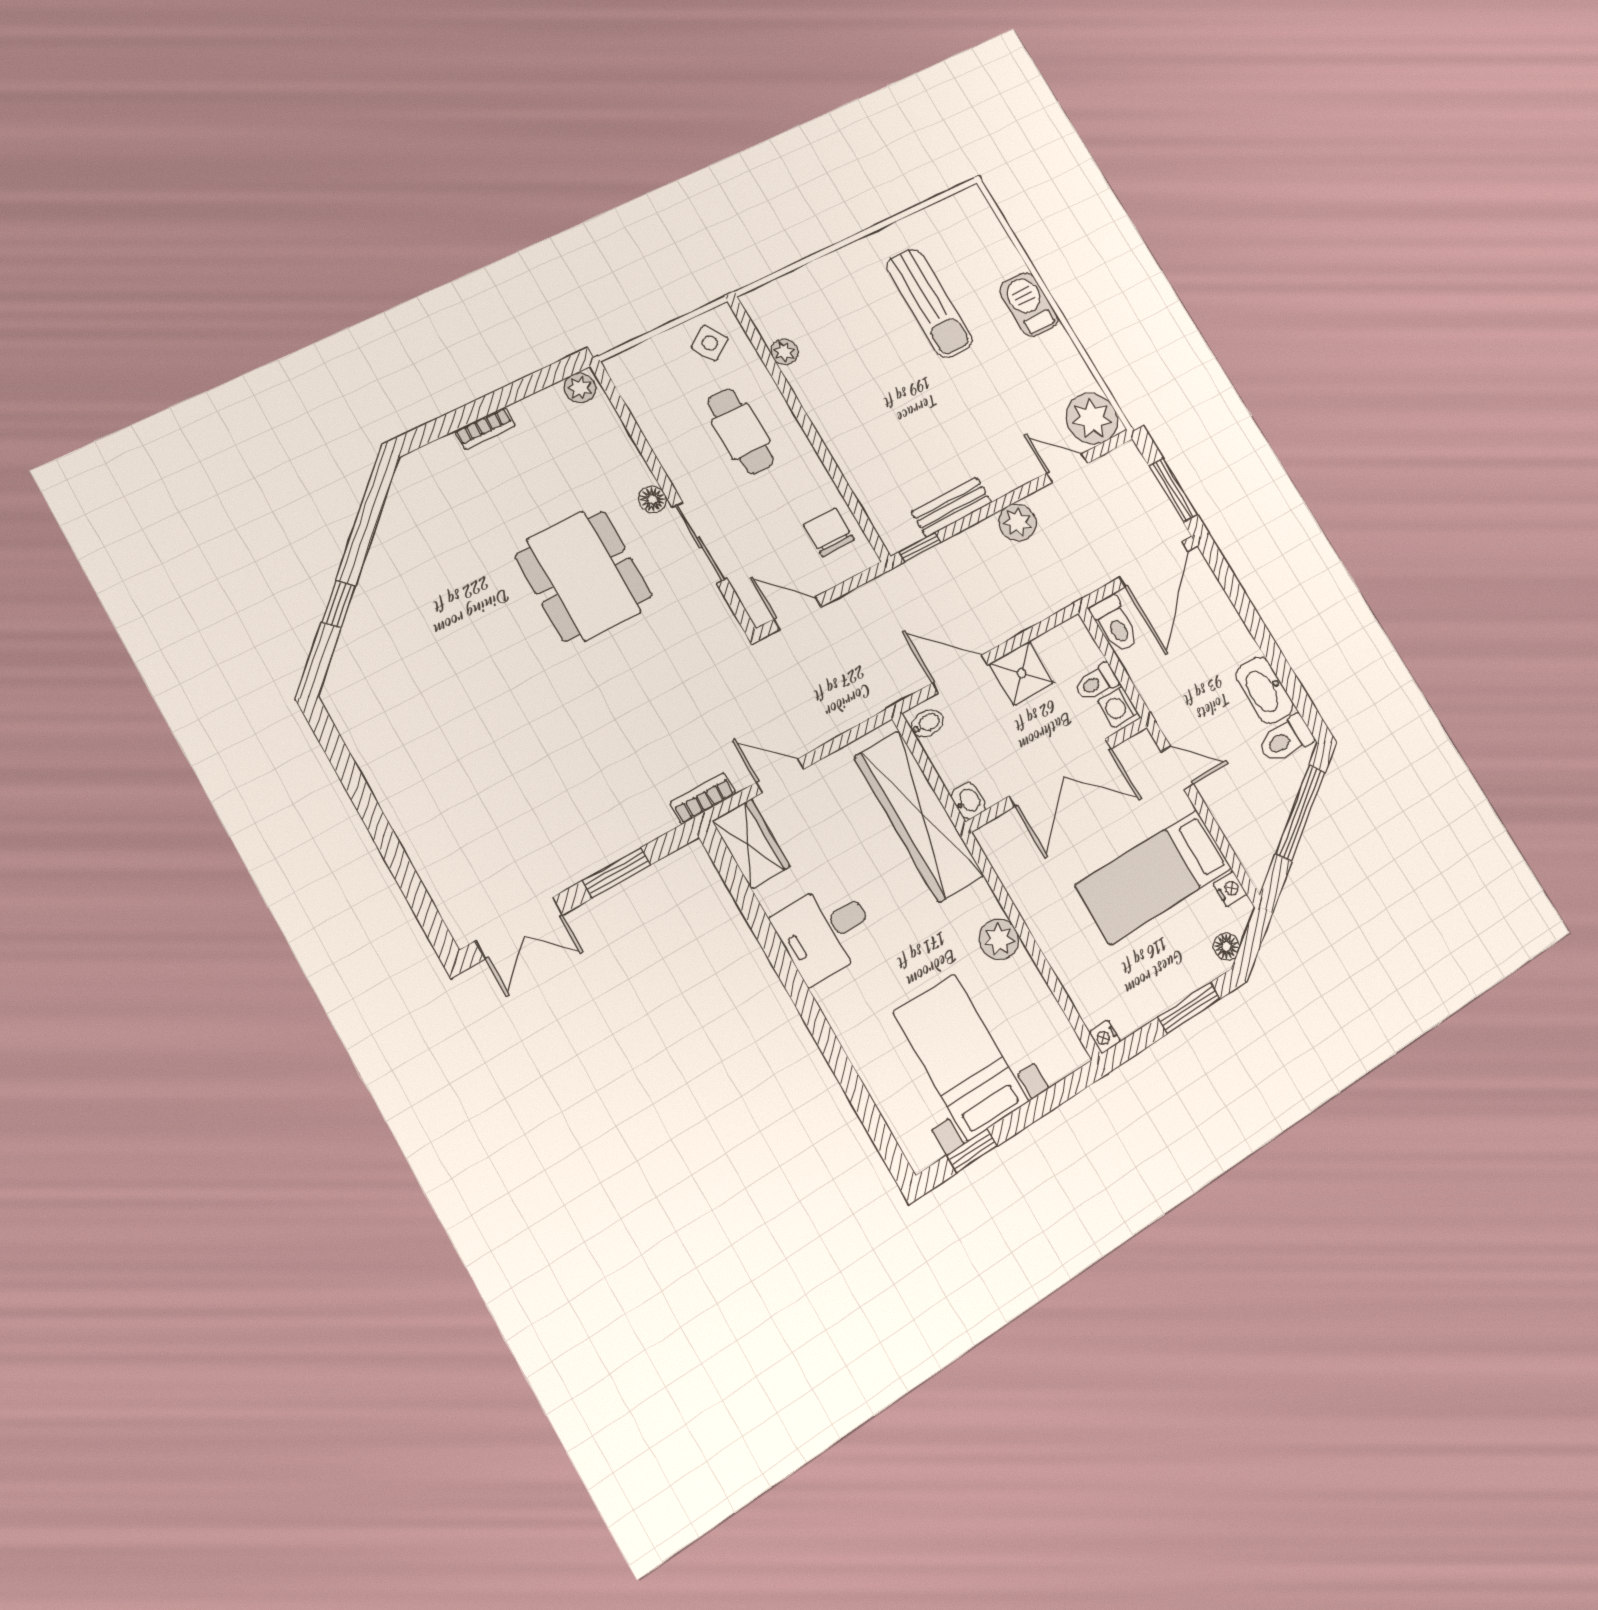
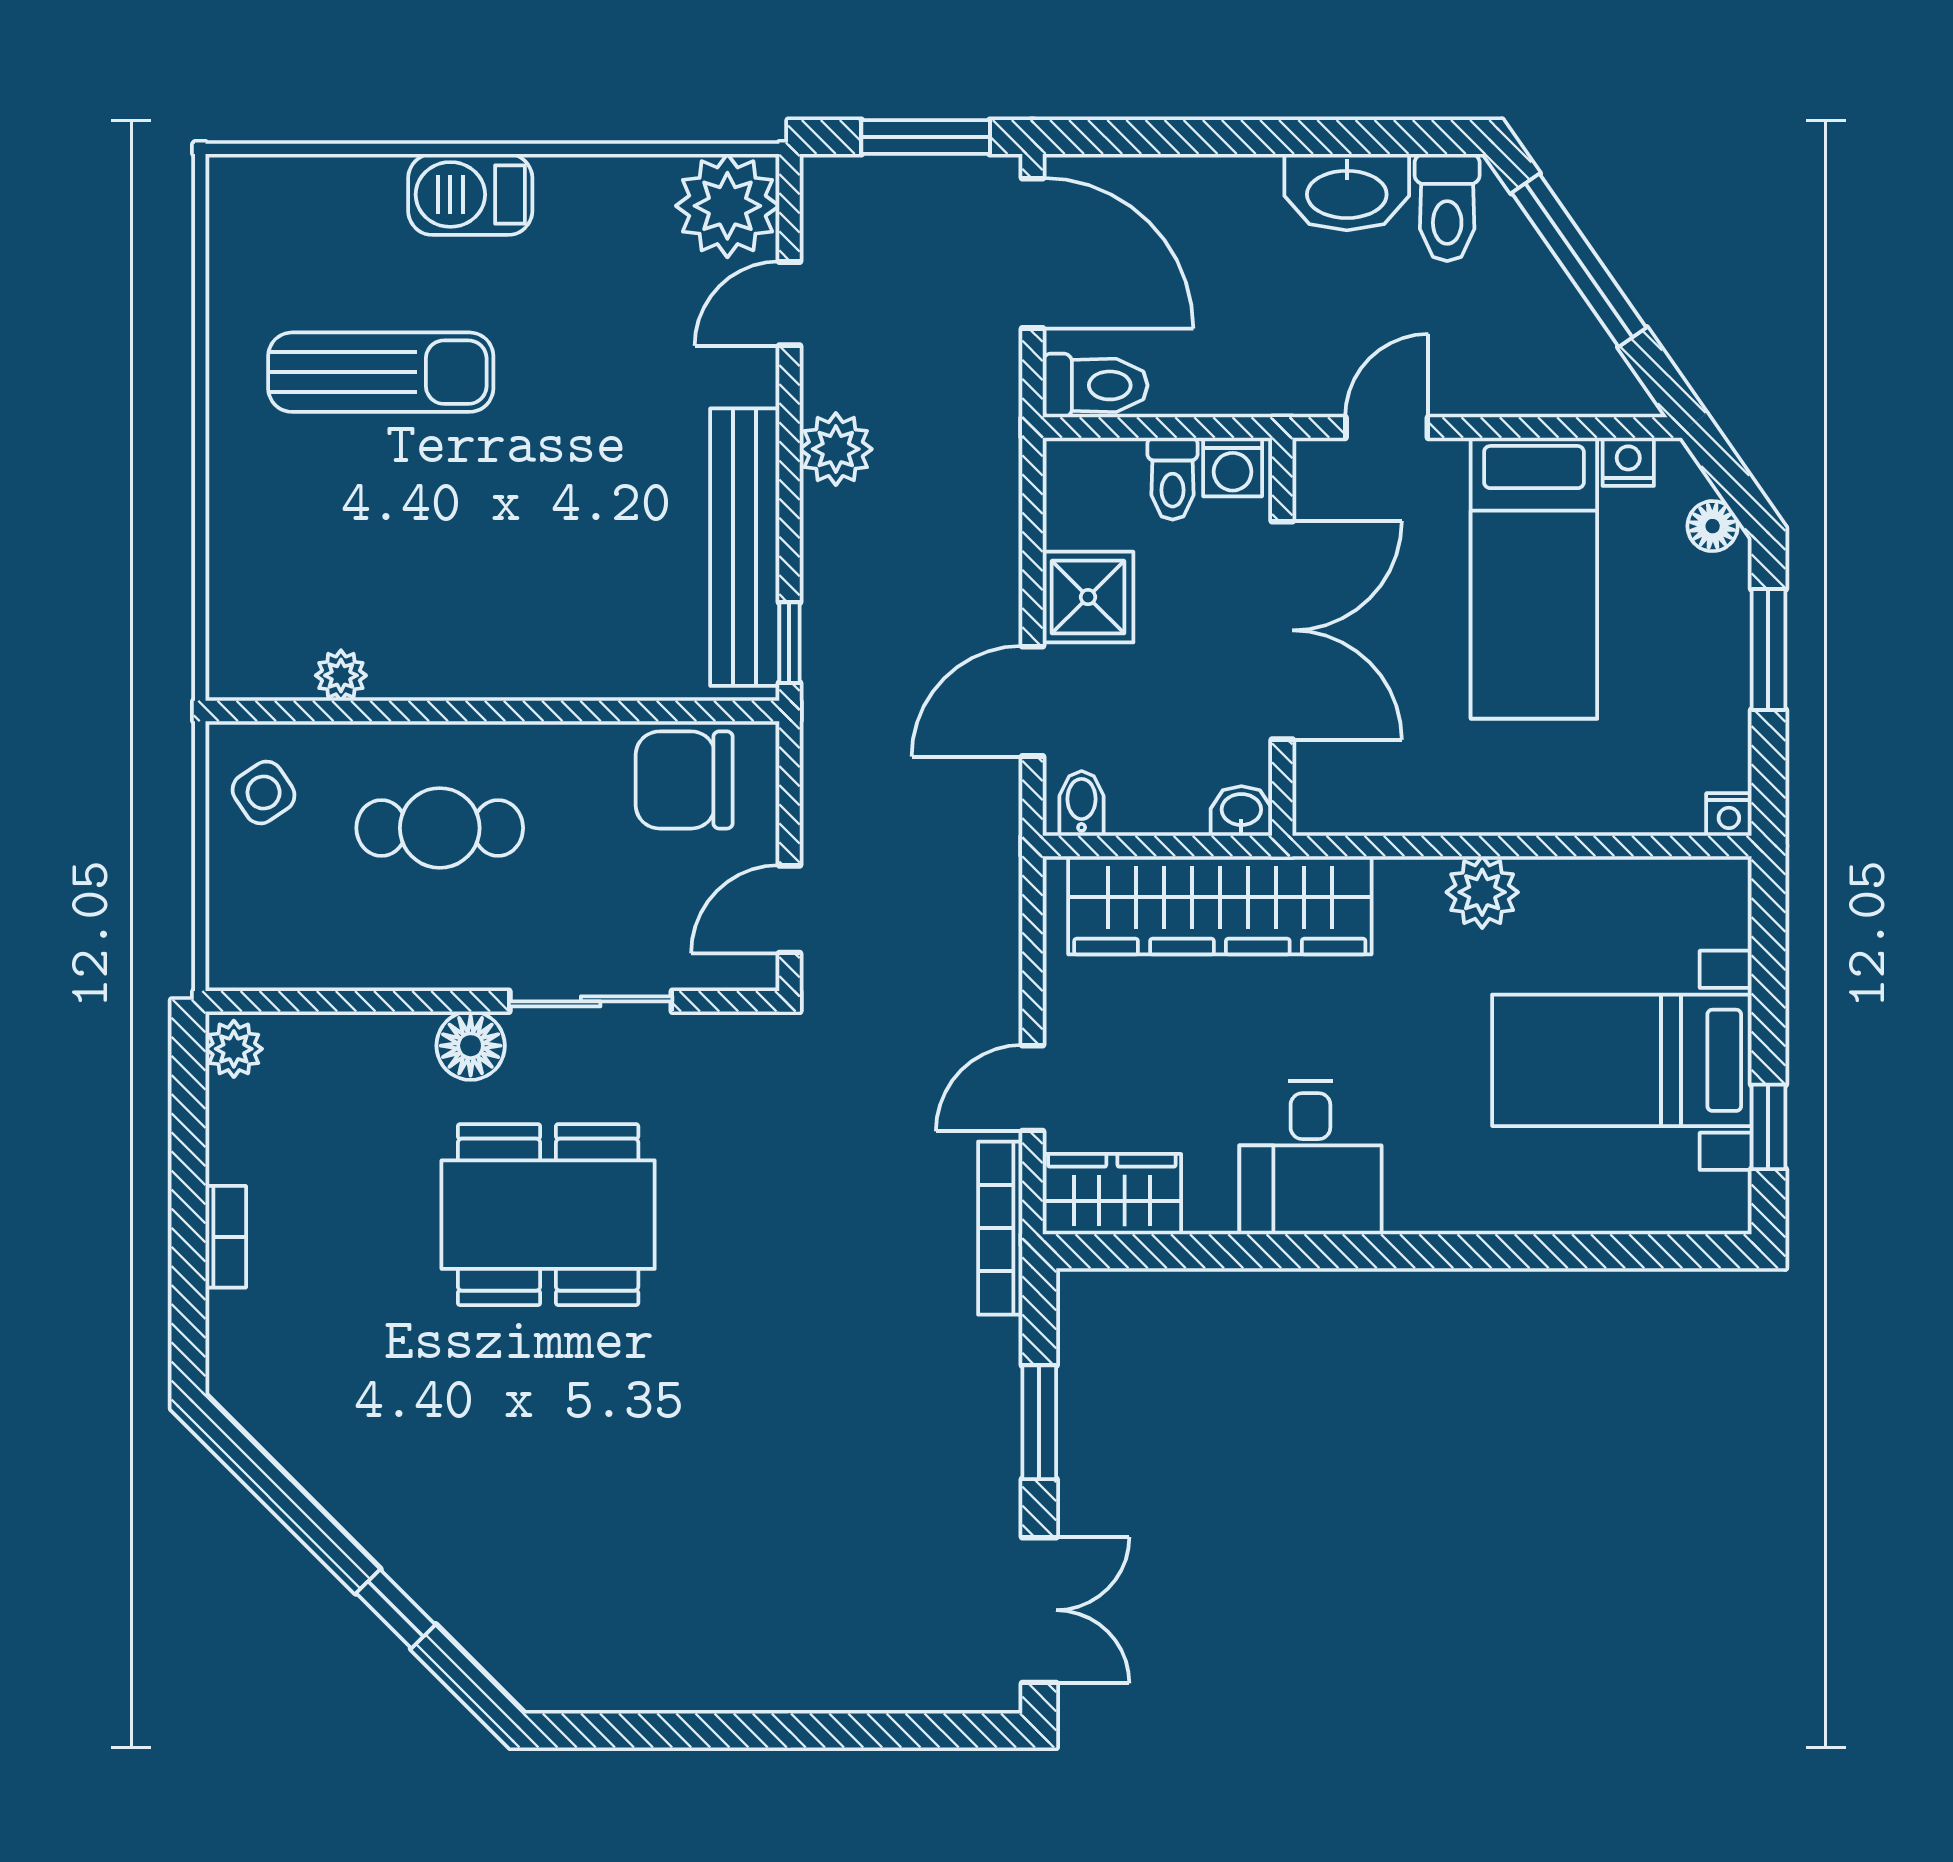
floor lamp: (652, 499) -> (471, 1046), width x1.37, depth x1.37
bench: (952, 507) -> (745, 547), width x1.86, depth x1.21
chair: (829, 532) -> (684, 780), width x1.37, depth x1.37
bookcase: (703, 798) -> (1000, 1228), width x1.56

